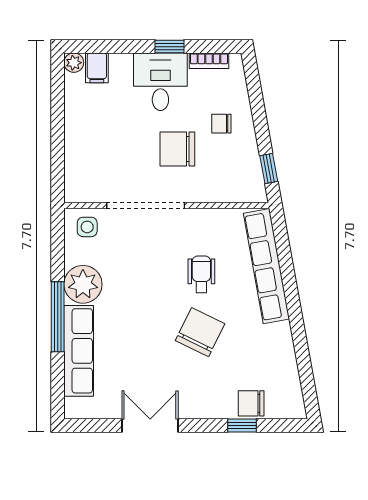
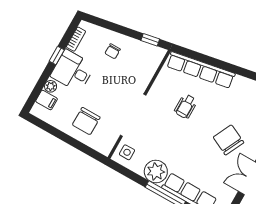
plant: (74, 63) -> (51, 86), moved
chair: (177, 149) -> (86, 121), moved
wheelchair: (201, 274) -> (186, 106), turned -90
chair: (200, 332) -> (228, 140), moved

